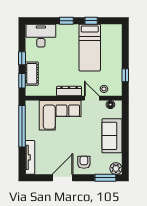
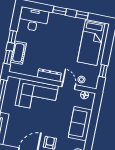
bed: (90, 48) -> (91, 42), moved

